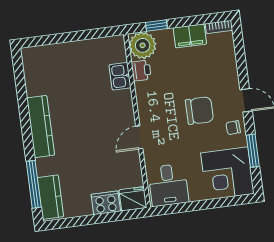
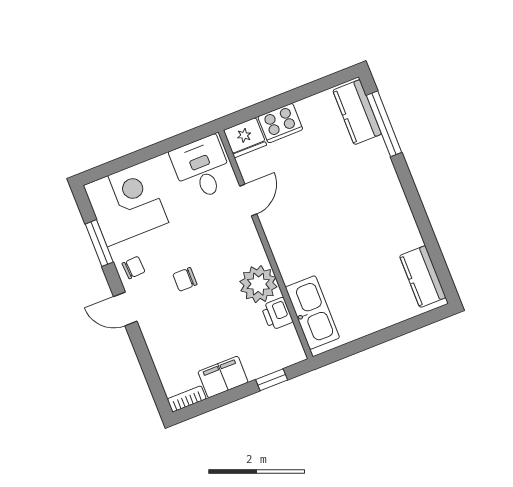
plant: (143, 45) -> (258, 284), moved
kitchen sink: (120, 76) -> (312, 312), width x1.88, depth x1.24
chair: (199, 111) -> (185, 279), width x0.54, depth x0.54
kitchen counter: (41, 127) -> (423, 277), moved, width x0.67
door: (139, 137) -> (248, 200), moved

